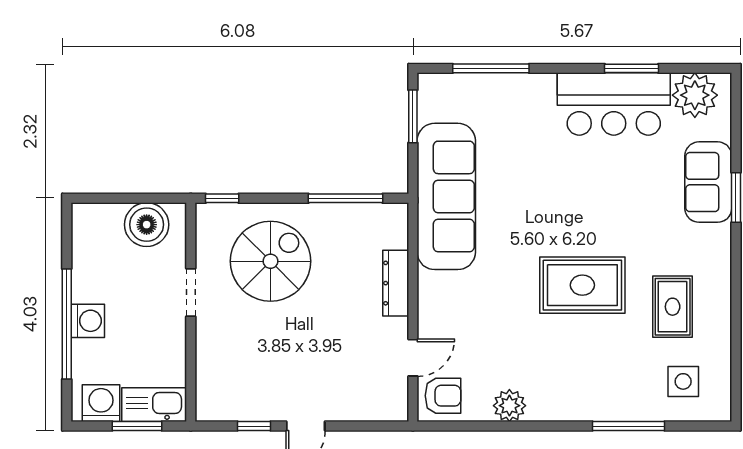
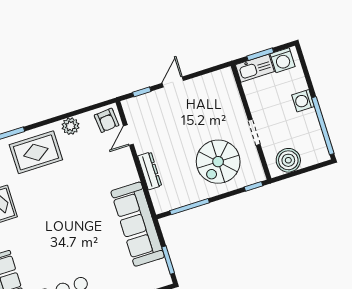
rug: (582, 285) -> (36, 152), moved
window: (67, 324) -> (323, 126), moved
armchair: (443, 396) -> (107, 120), turned -95
window: (254, 426) -> (142, 92), moved

